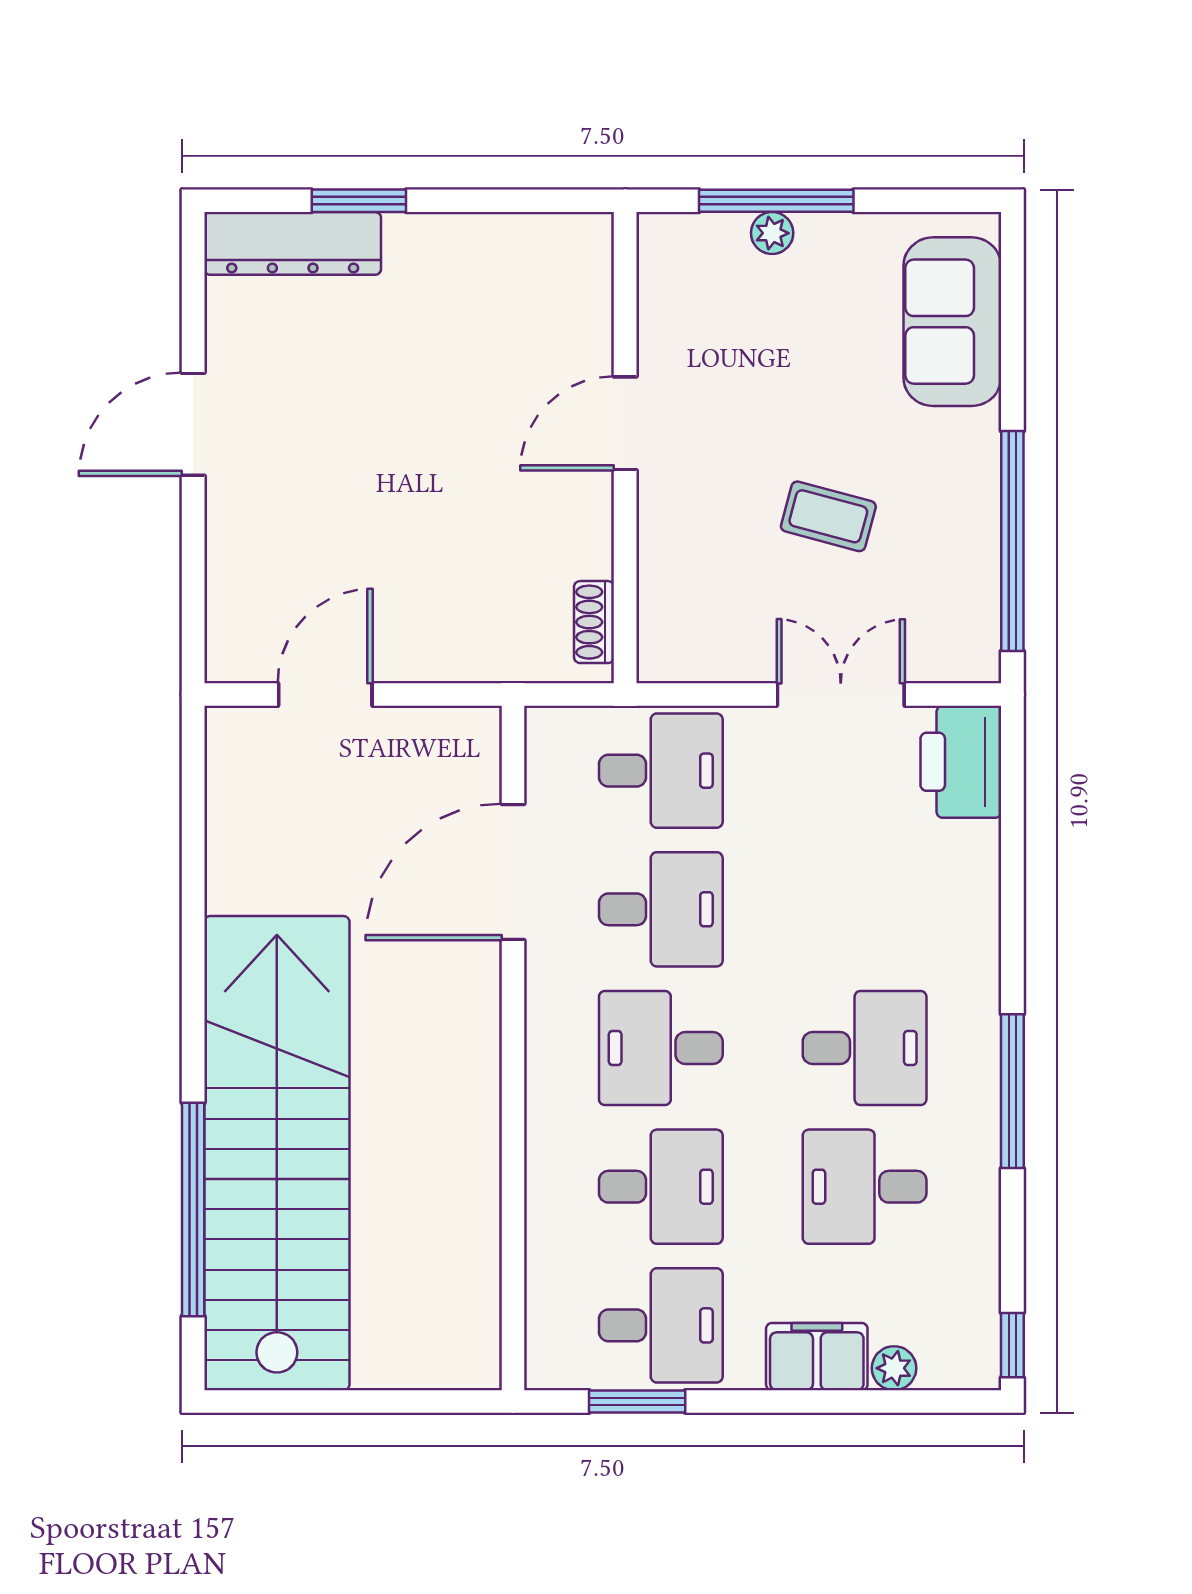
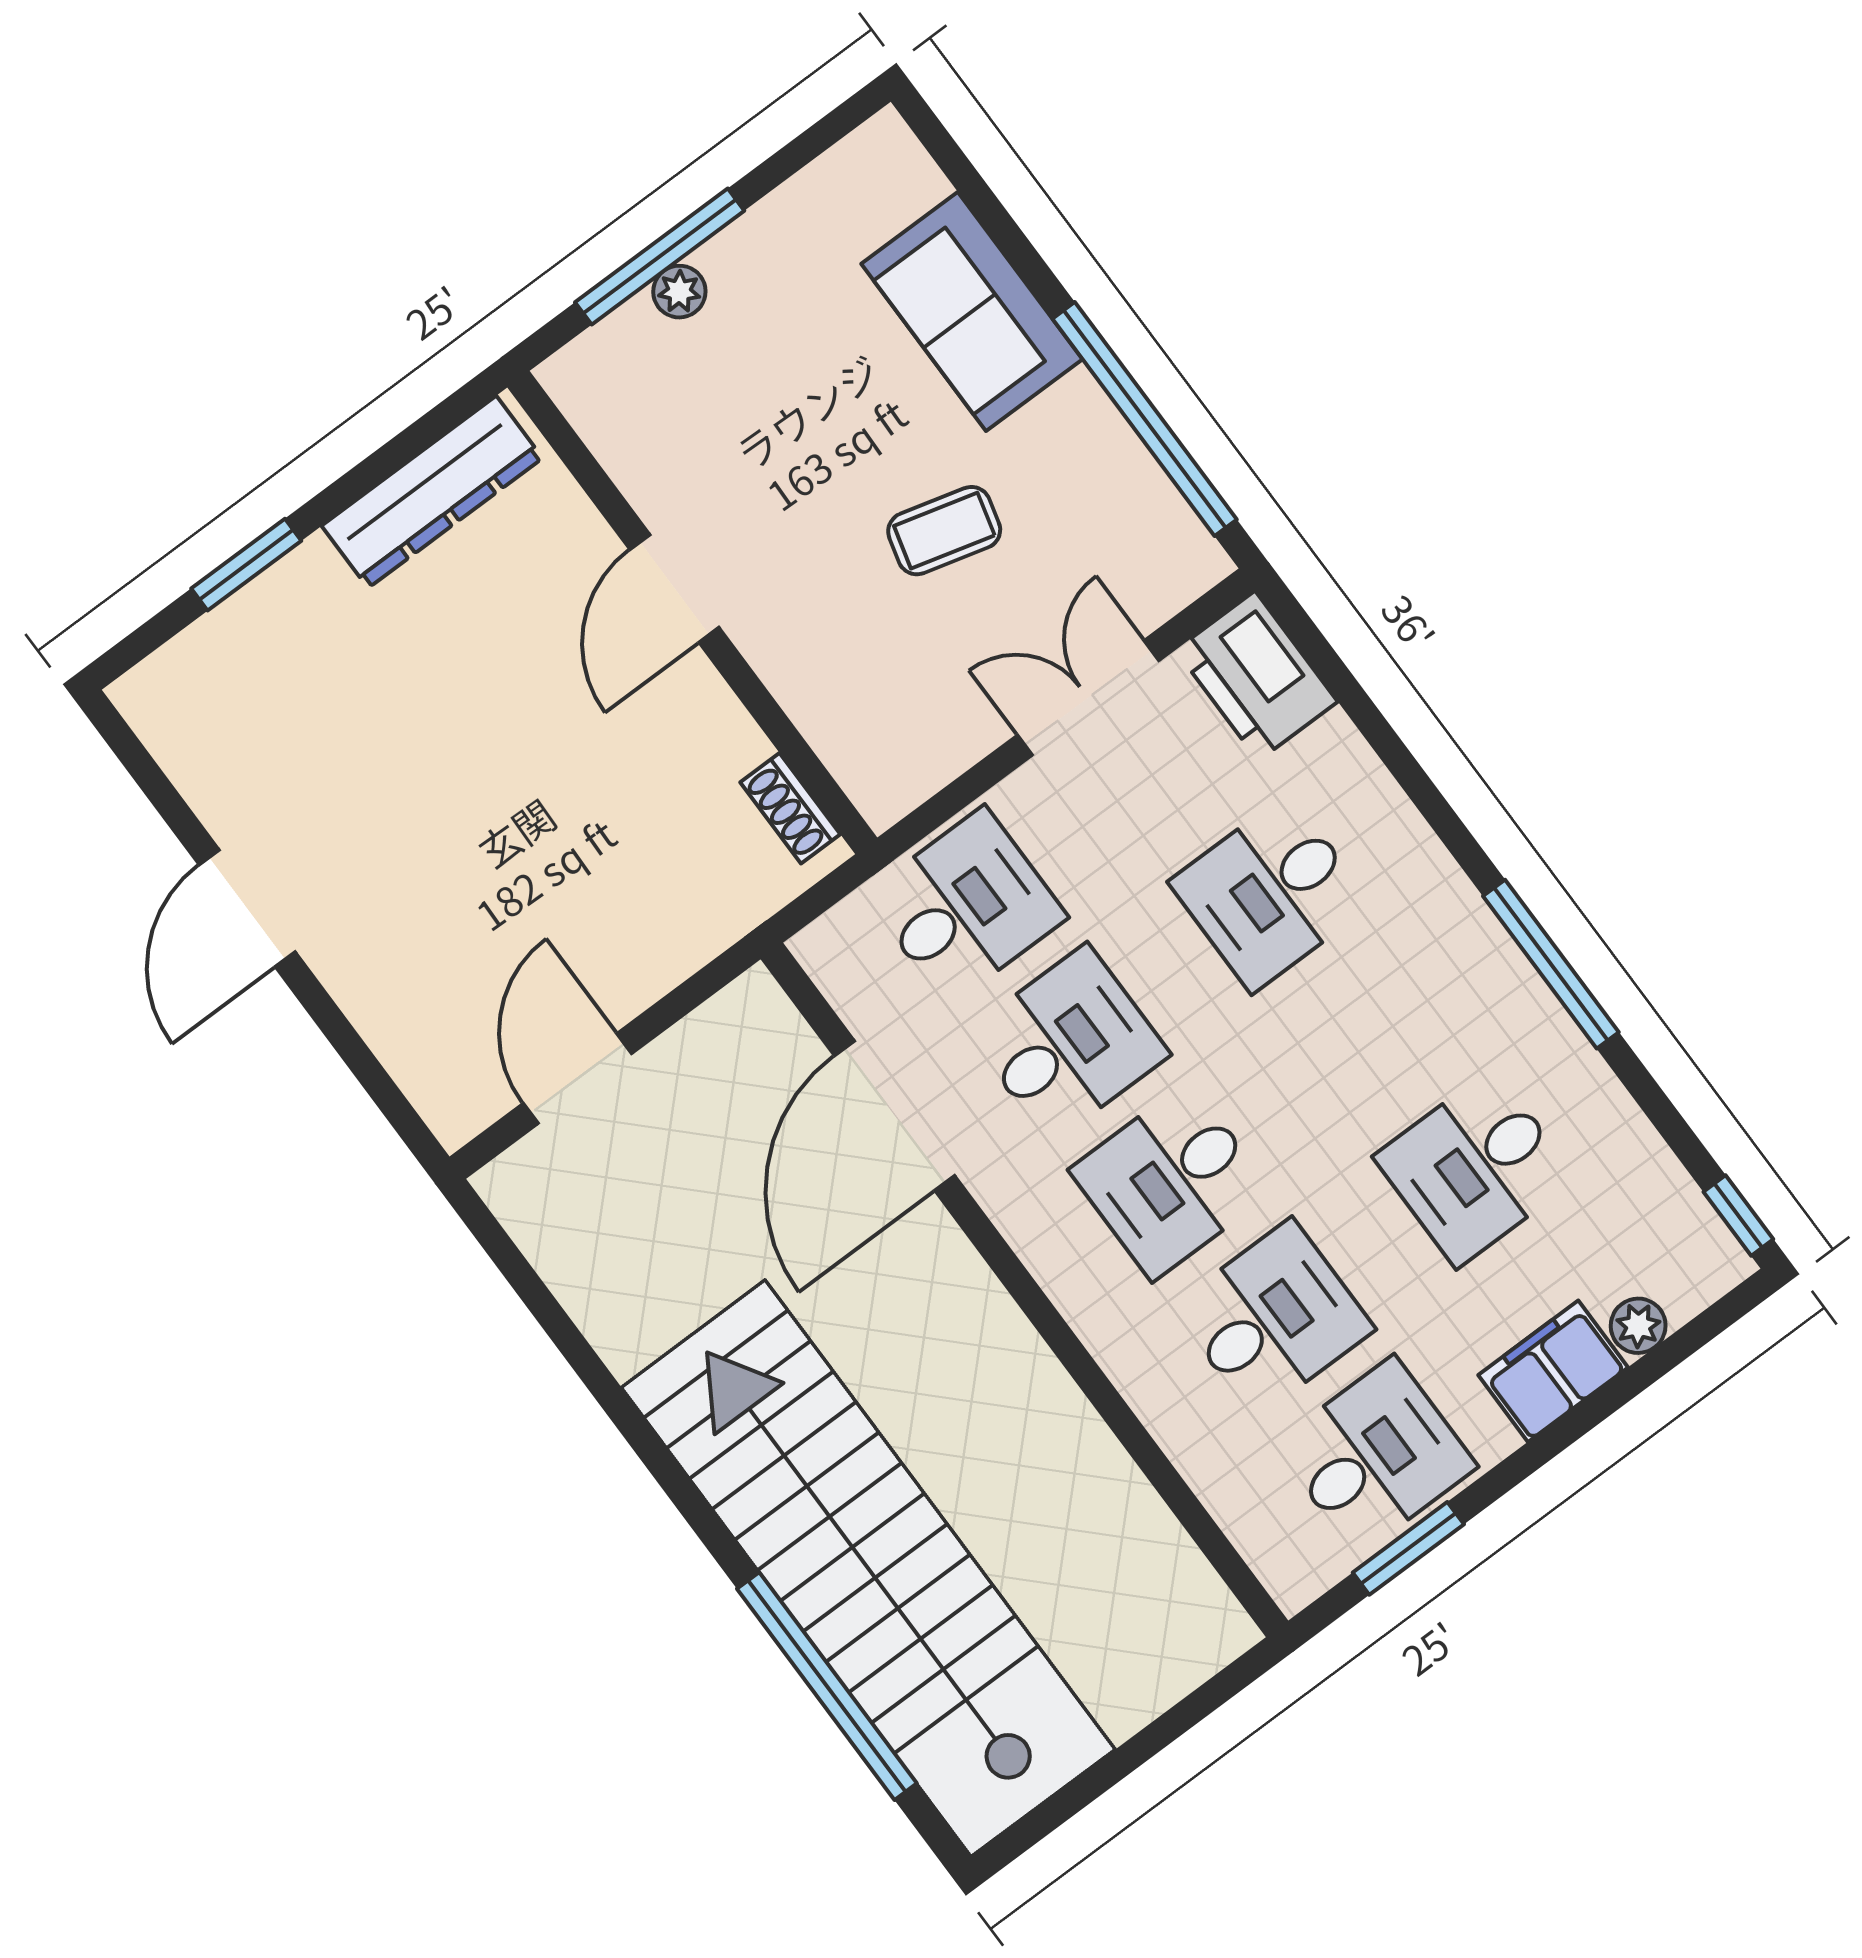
dresser: (293, 243) -> (432, 492), moved
sofa: (952, 322) -> (972, 311), moved
desk: (865, 1048) -> (1270, 893), moved, turned 180

